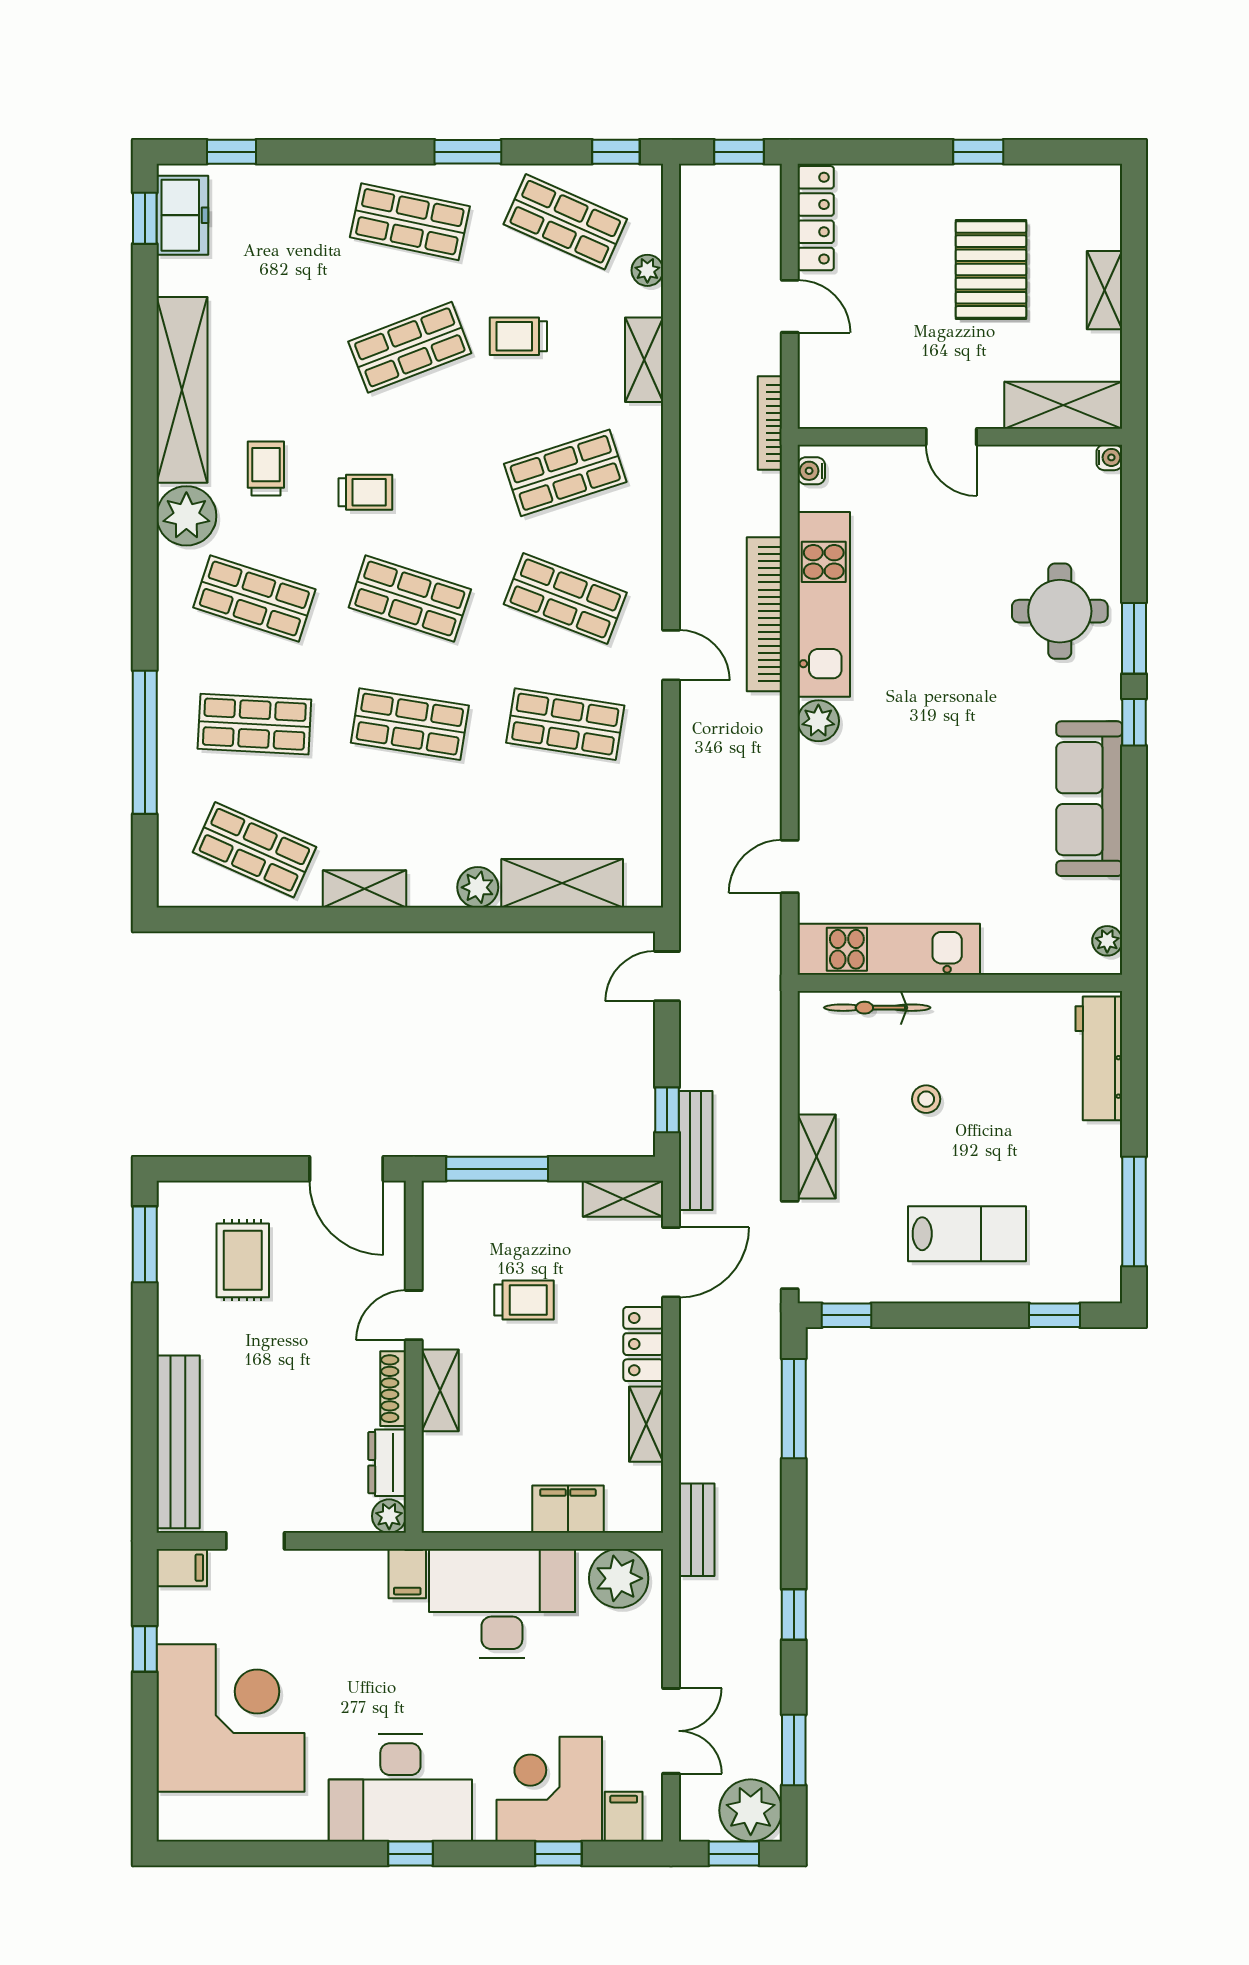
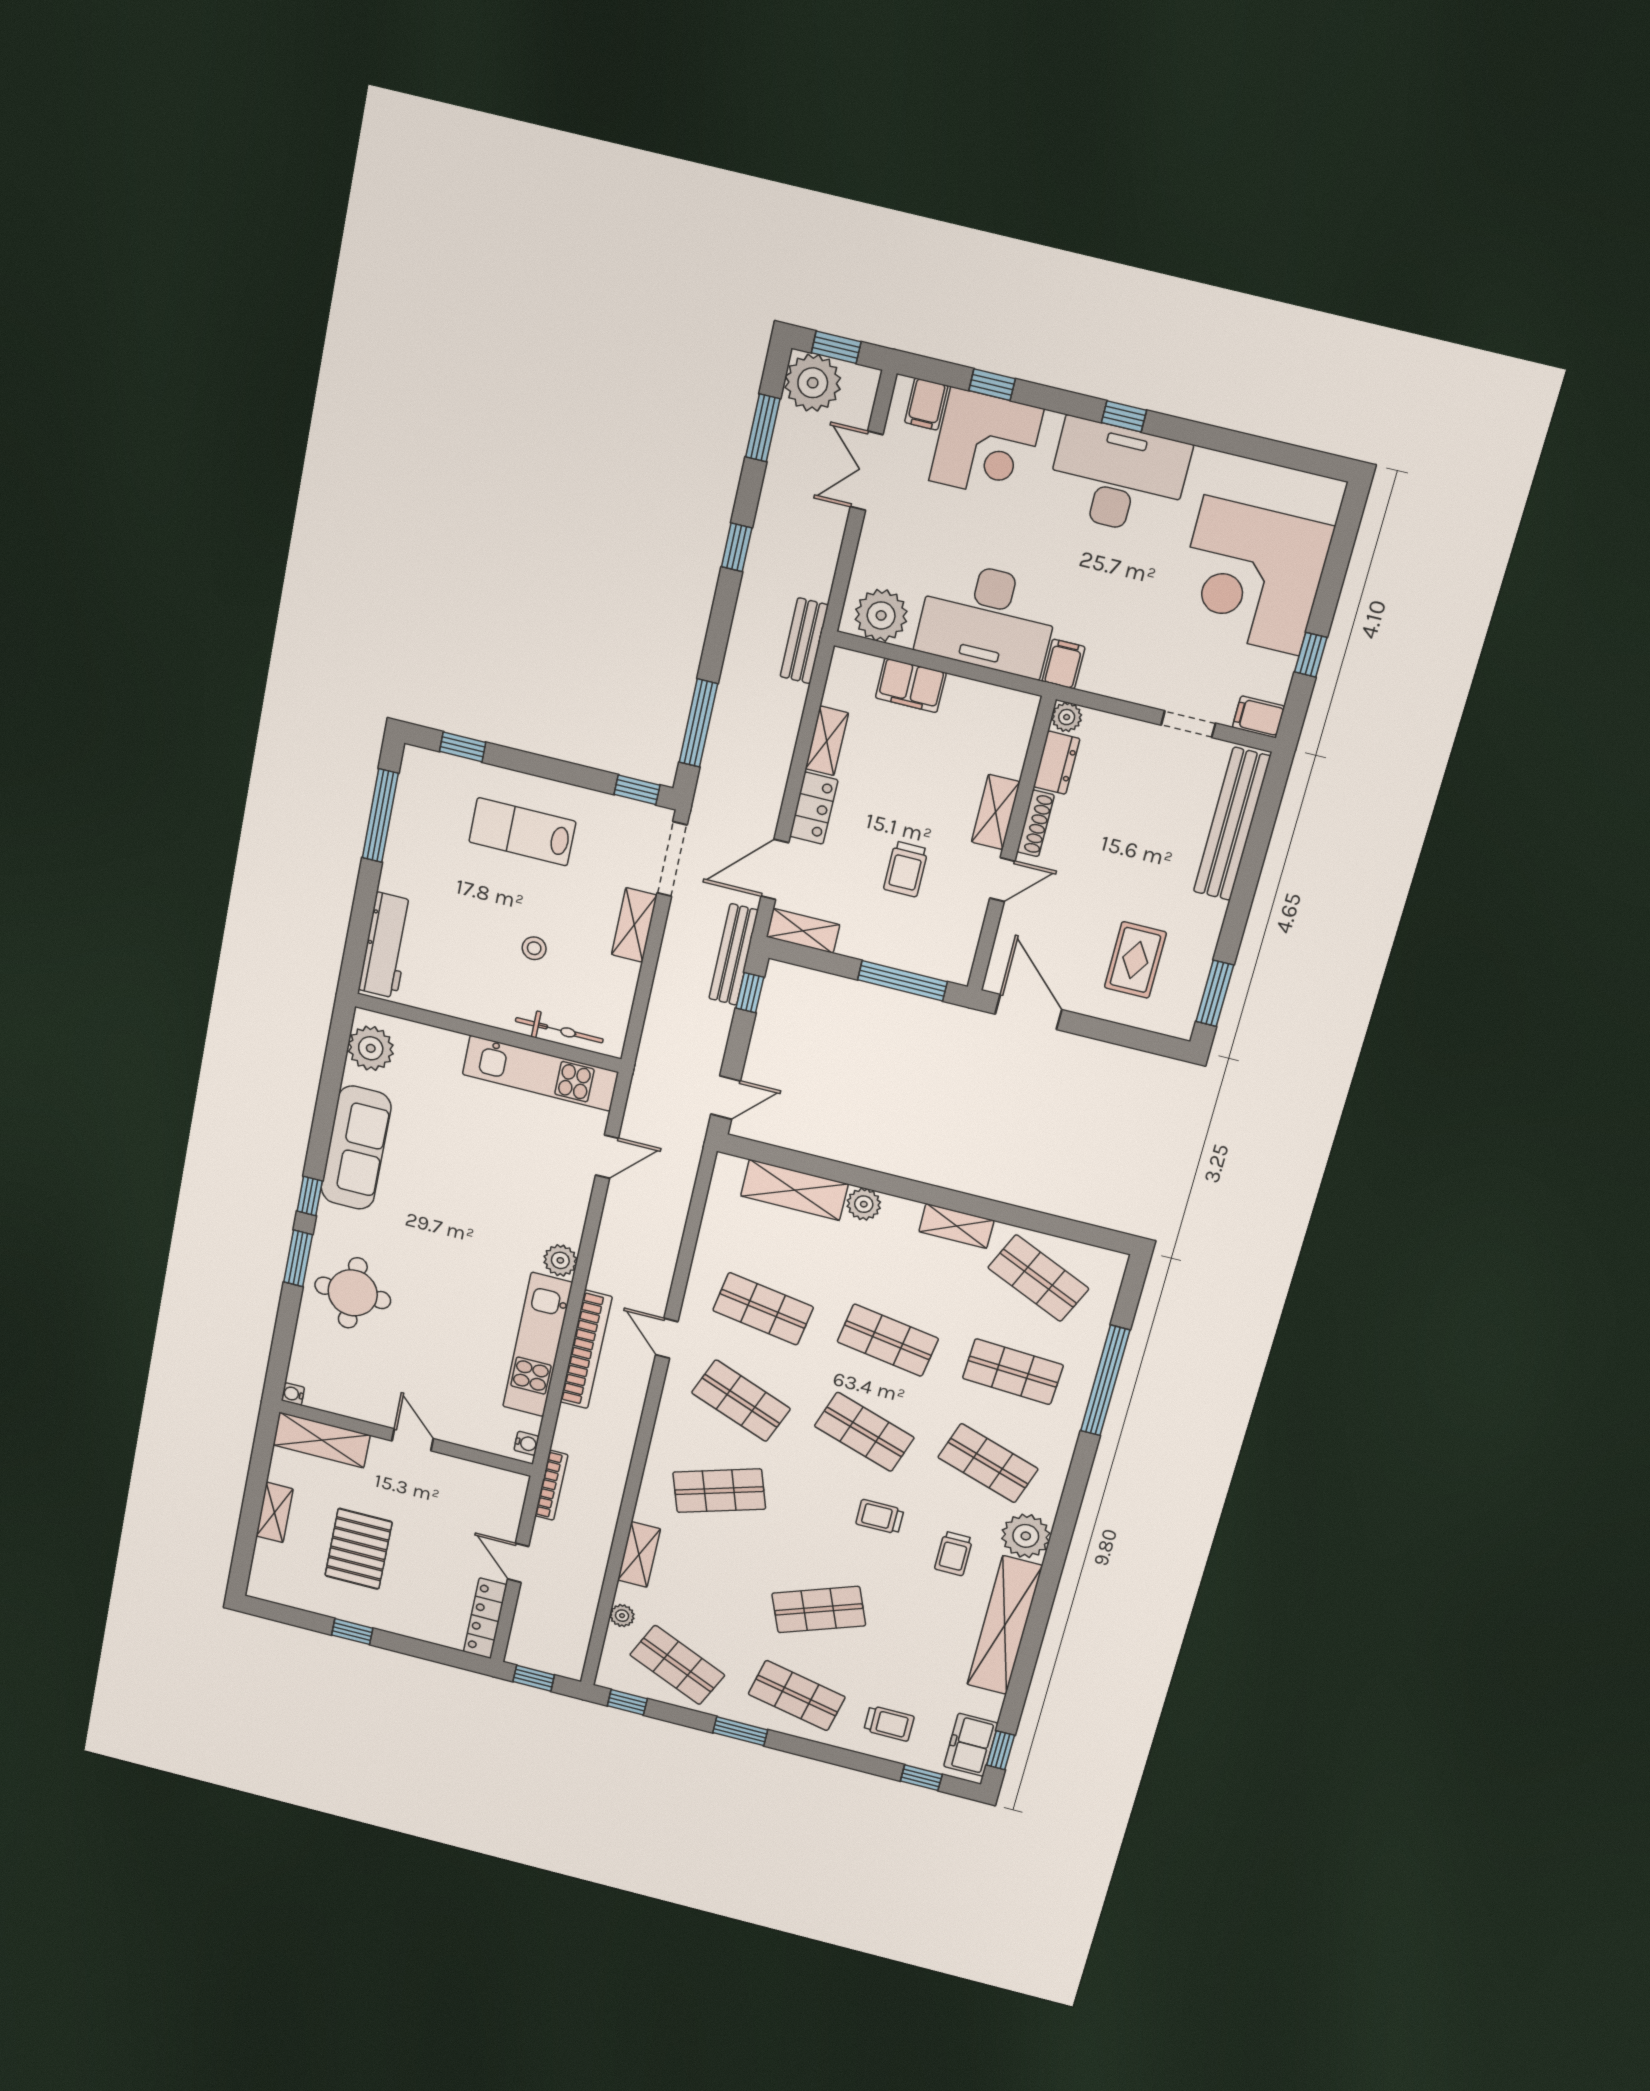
trolley: (518, 336) -> (889, 1723), moved
plant: (1107, 941) -> (371, 1048), width x1.87, depth x1.87
trolley: (524, 1300) -> (906, 869), turned -90

